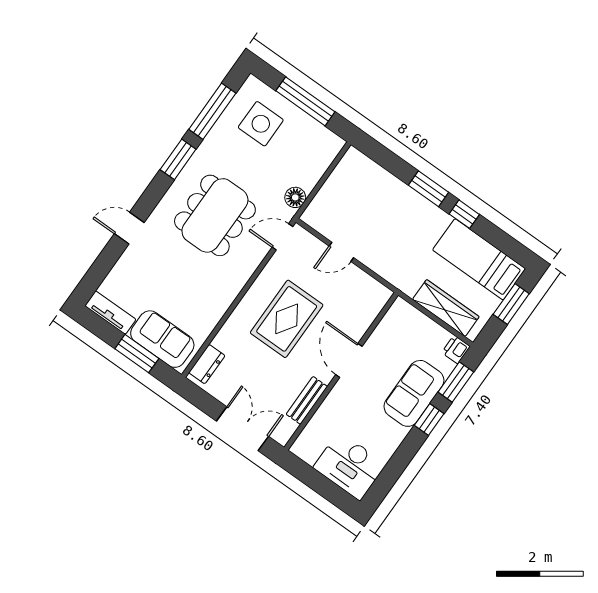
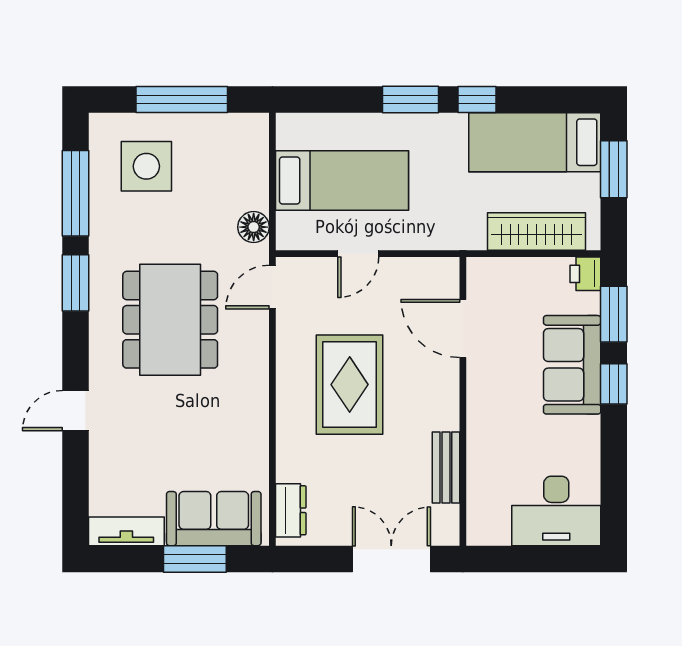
bed: (361, 206) -> (342, 181), added
door: (349, 360) -> (463, 329), moved

